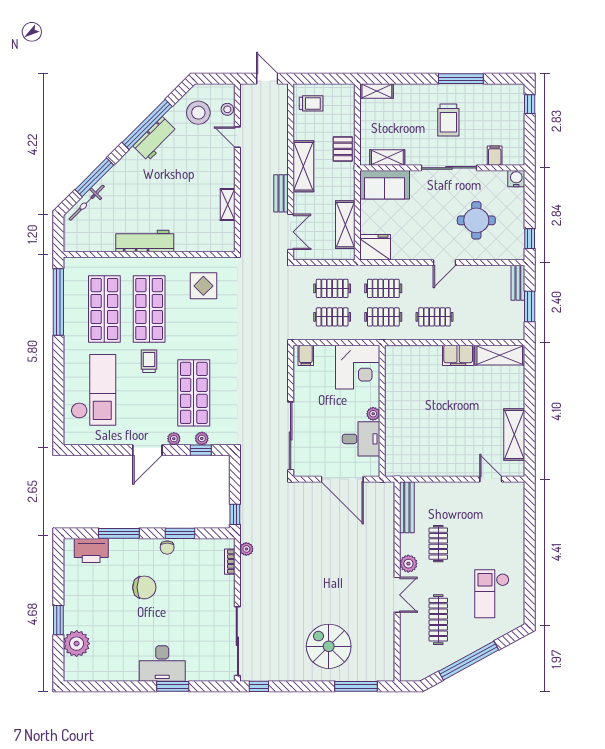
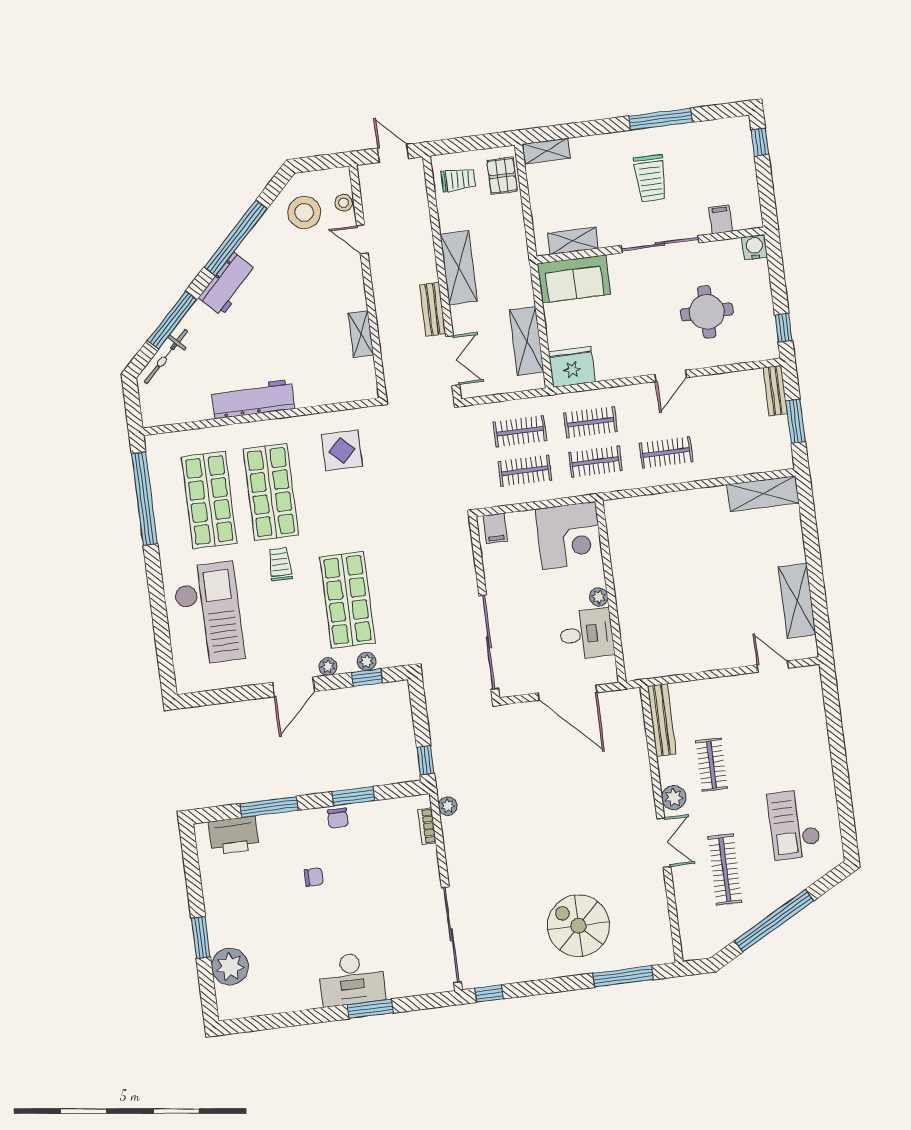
workbench: (155, 139) -> (228, 284), moved
pallet: (343, 149) -> (502, 176), moved
filing cabinet: (458, 355) -> (706, 501), removed
chair: (144, 587) -> (314, 877), width x0.54, depth x0.54

